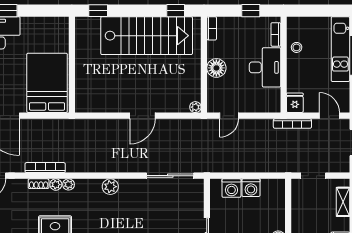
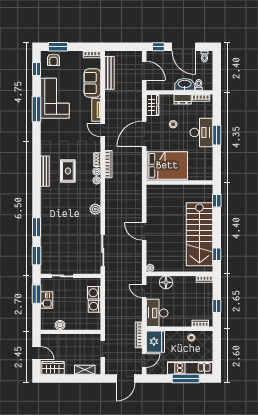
desk: (265, 67) -> (157, 313), moved, turned 90
floor lamp: (216, 68) -> (166, 282), moved
fridge: (295, 103) -> (155, 342), width x1.88, depth x1.34

